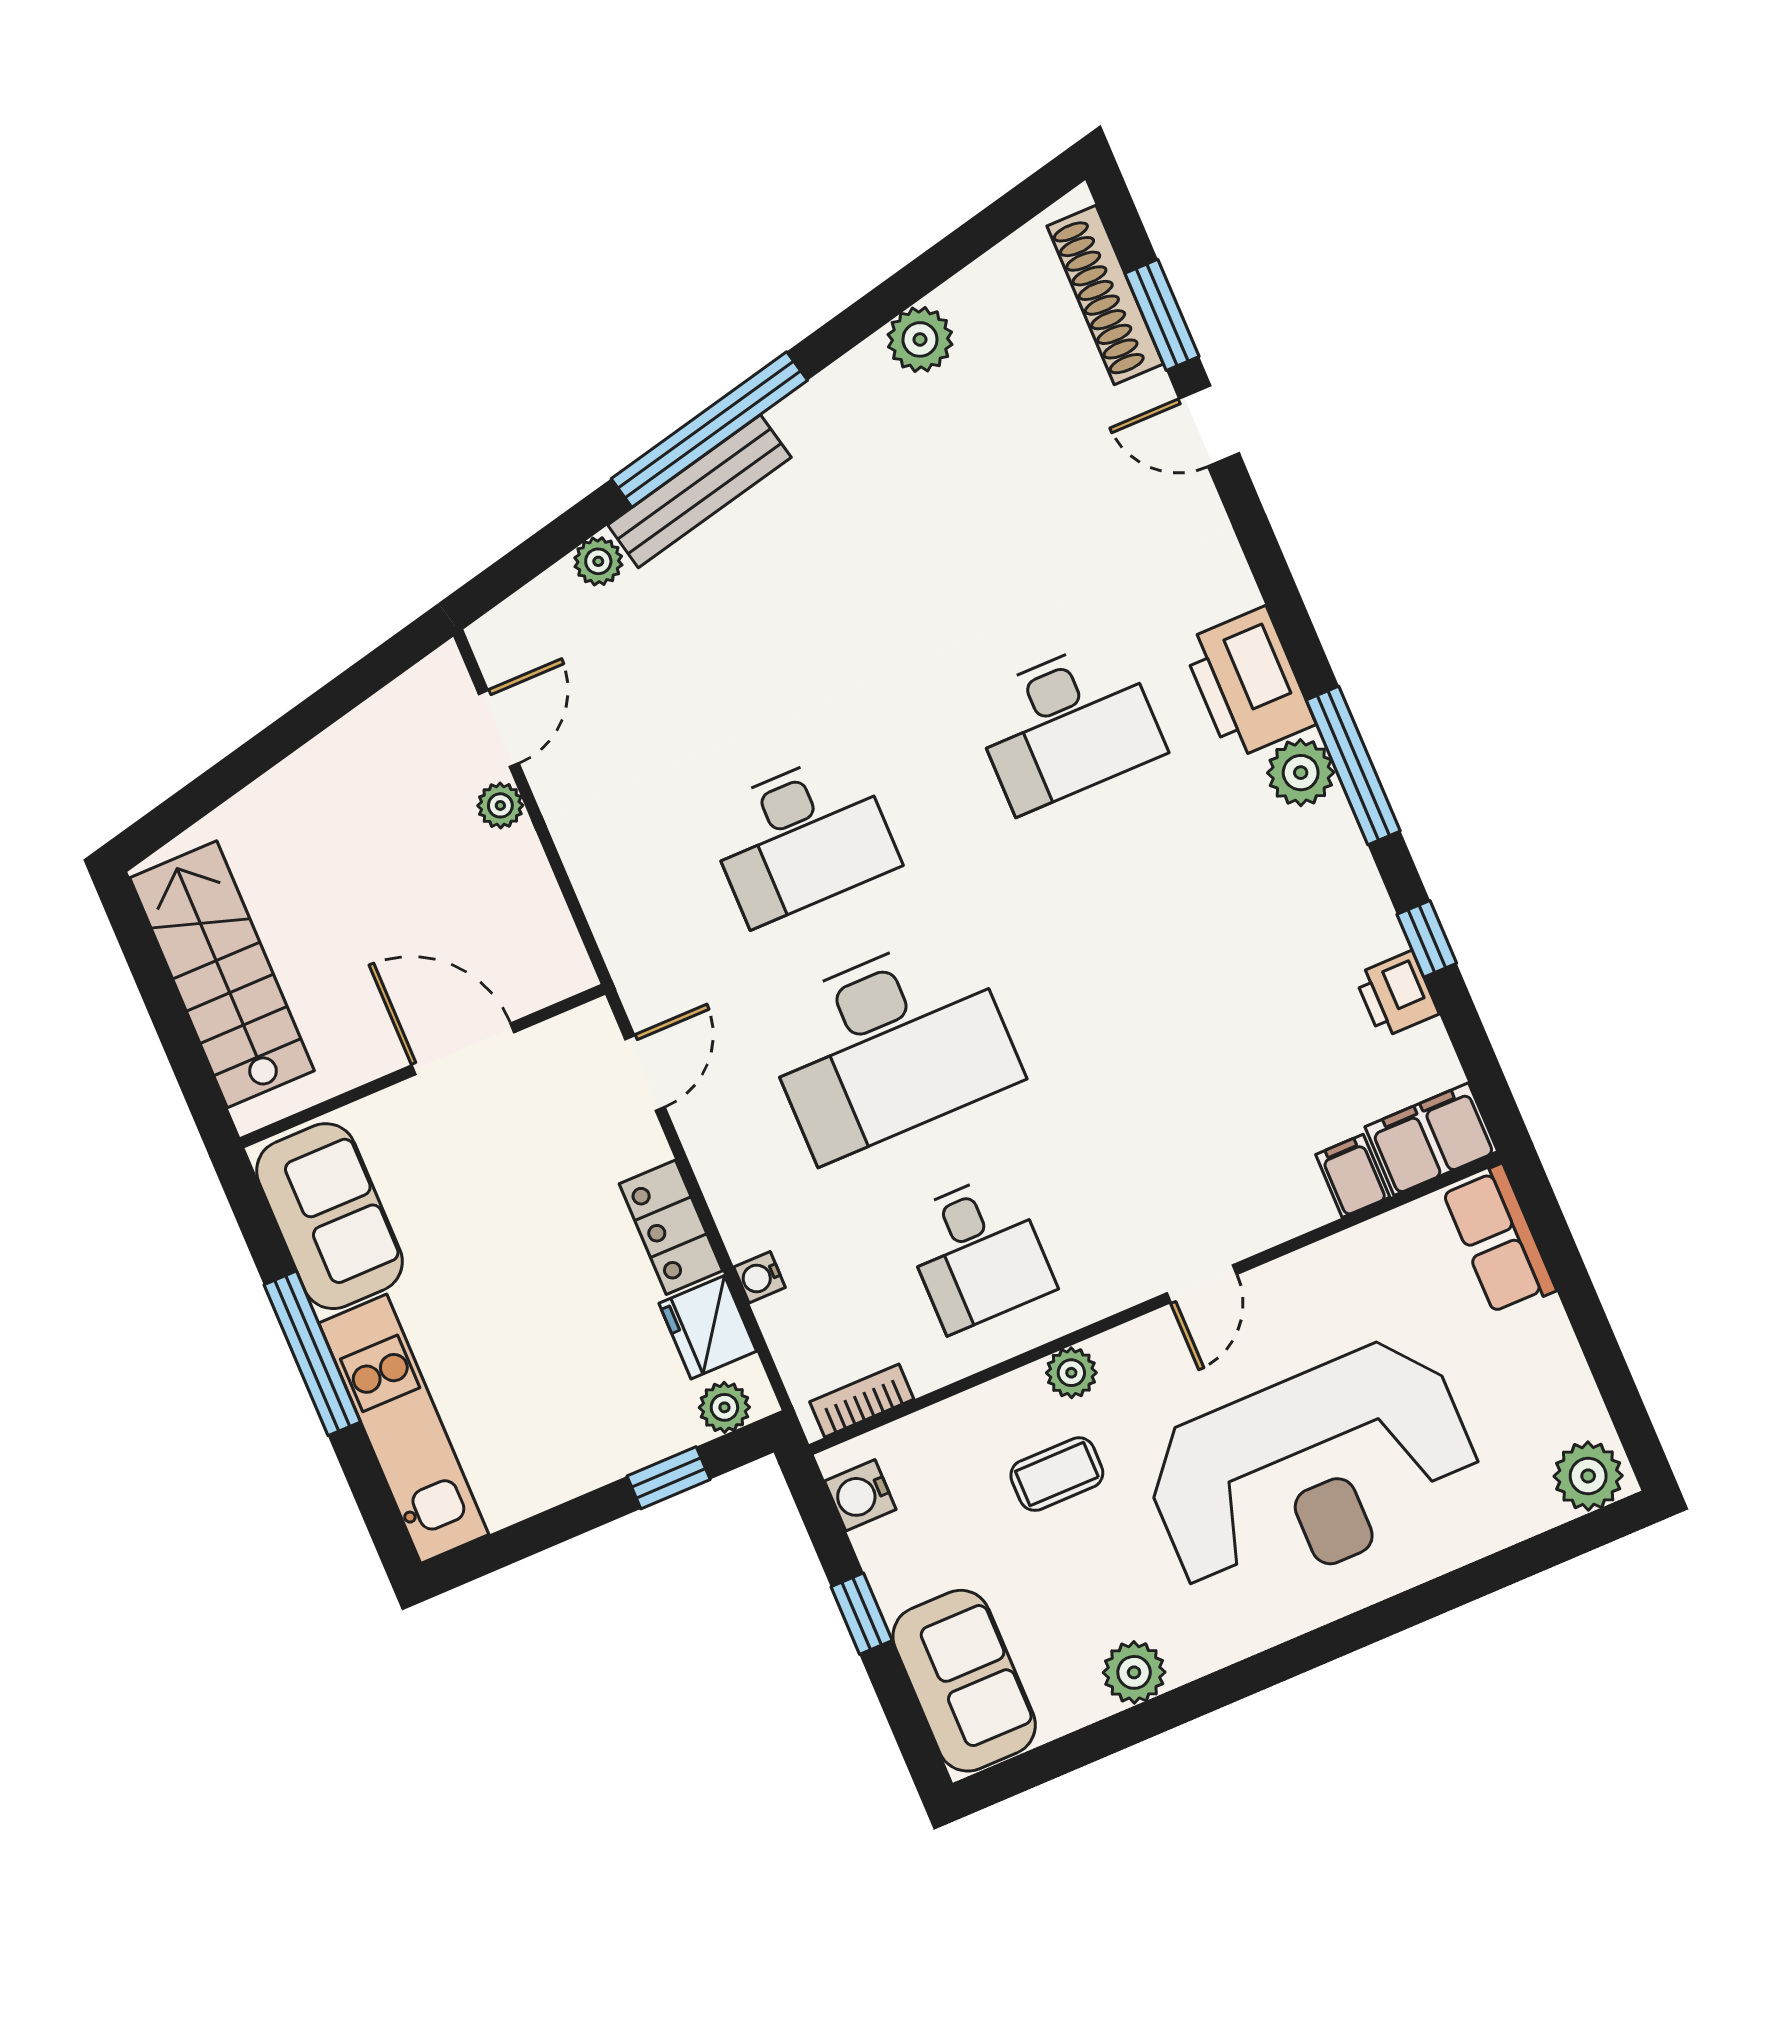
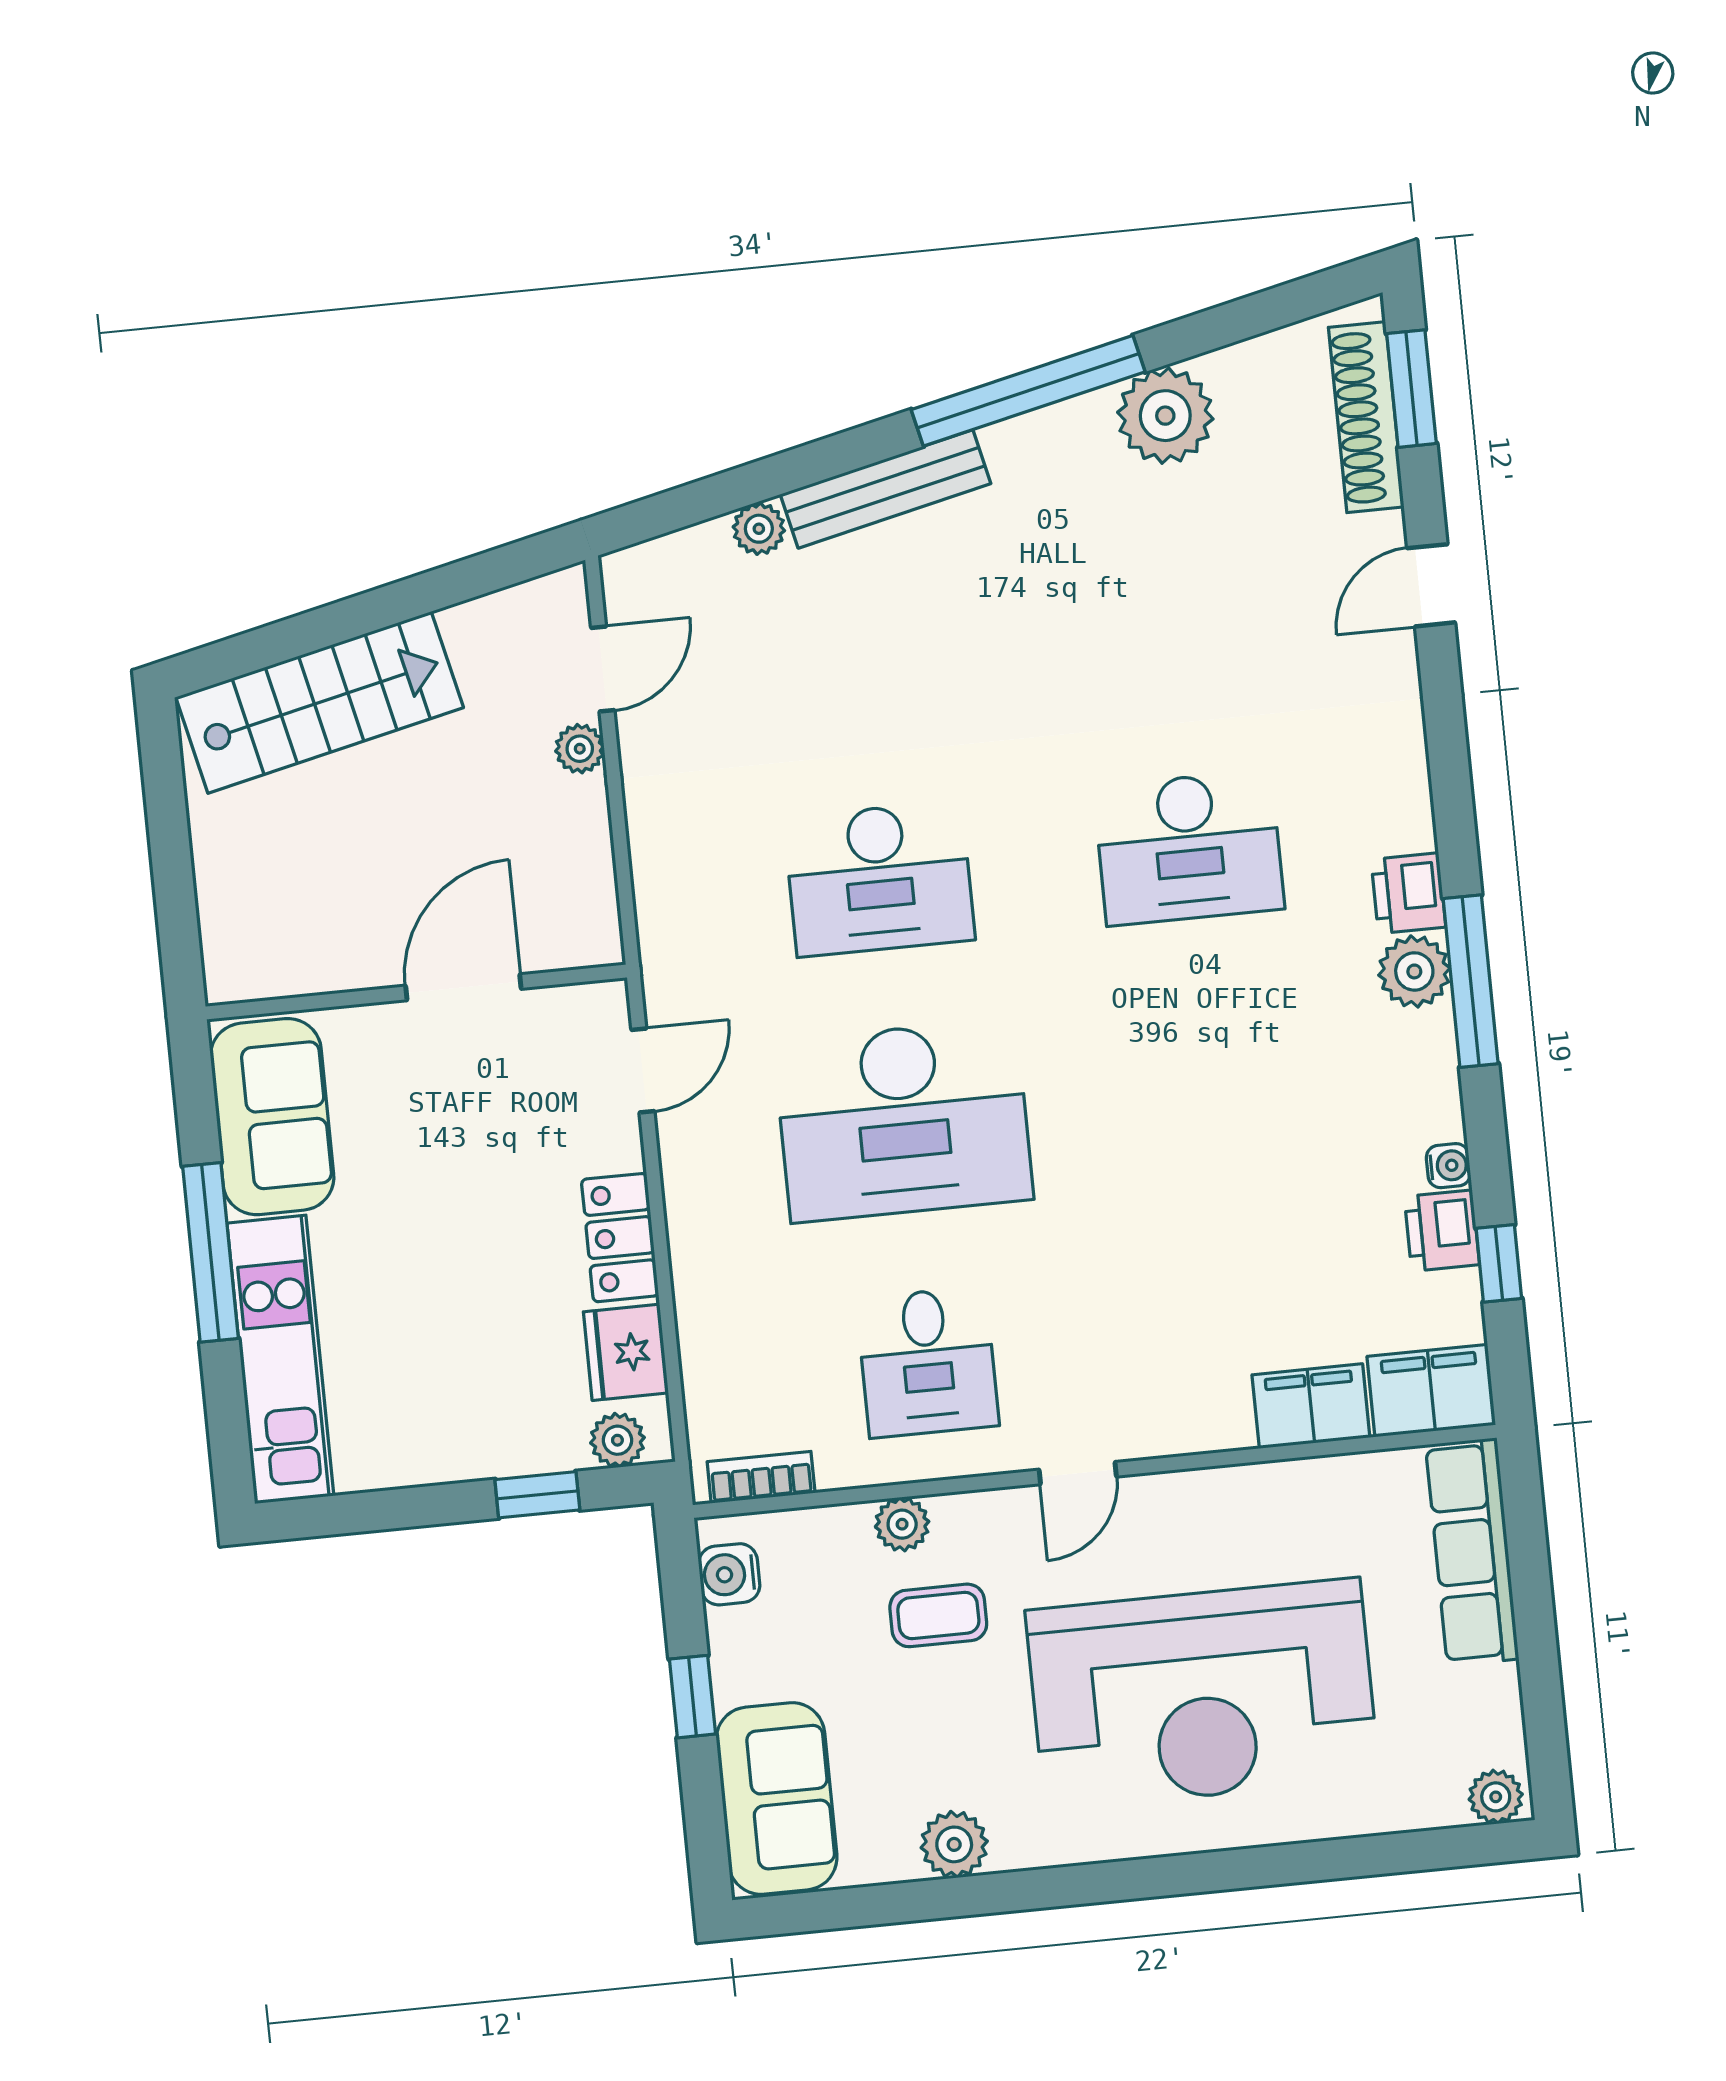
window: (1162, 315) -> (1412, 389), moved
plant: (920, 339) -> (1165, 416), width x1.36, depth x1.36
door: (1209, 426) -> (1431, 585), hinge flipped
window: (709, 429) -> (1028, 391), moved
printer: (1248, 683) -> (1408, 893), width x0.53, depth x0.68
window: (1427, 939) -> (1499, 1263), moved
stairs: (222, 974) -> (320, 702), moved, turned 77
door: (463, 1049) -> (463, 987), hinge flipped
filing cabinet: (1353, 1176) -> (1311, 1406), width x2.00
row of seats: (1499, 1240) -> (1472, 1552), width x1.48
water cooler: (760, 1277) -> (1448, 1166), moved, turned 180
door: (1202, 1284) -> (1078, 1473), moved
plant: (1071, 1373) -> (902, 1524), moved
plant: (1588, 1476) -> (1496, 1797), width x0.73, depth x0.73

